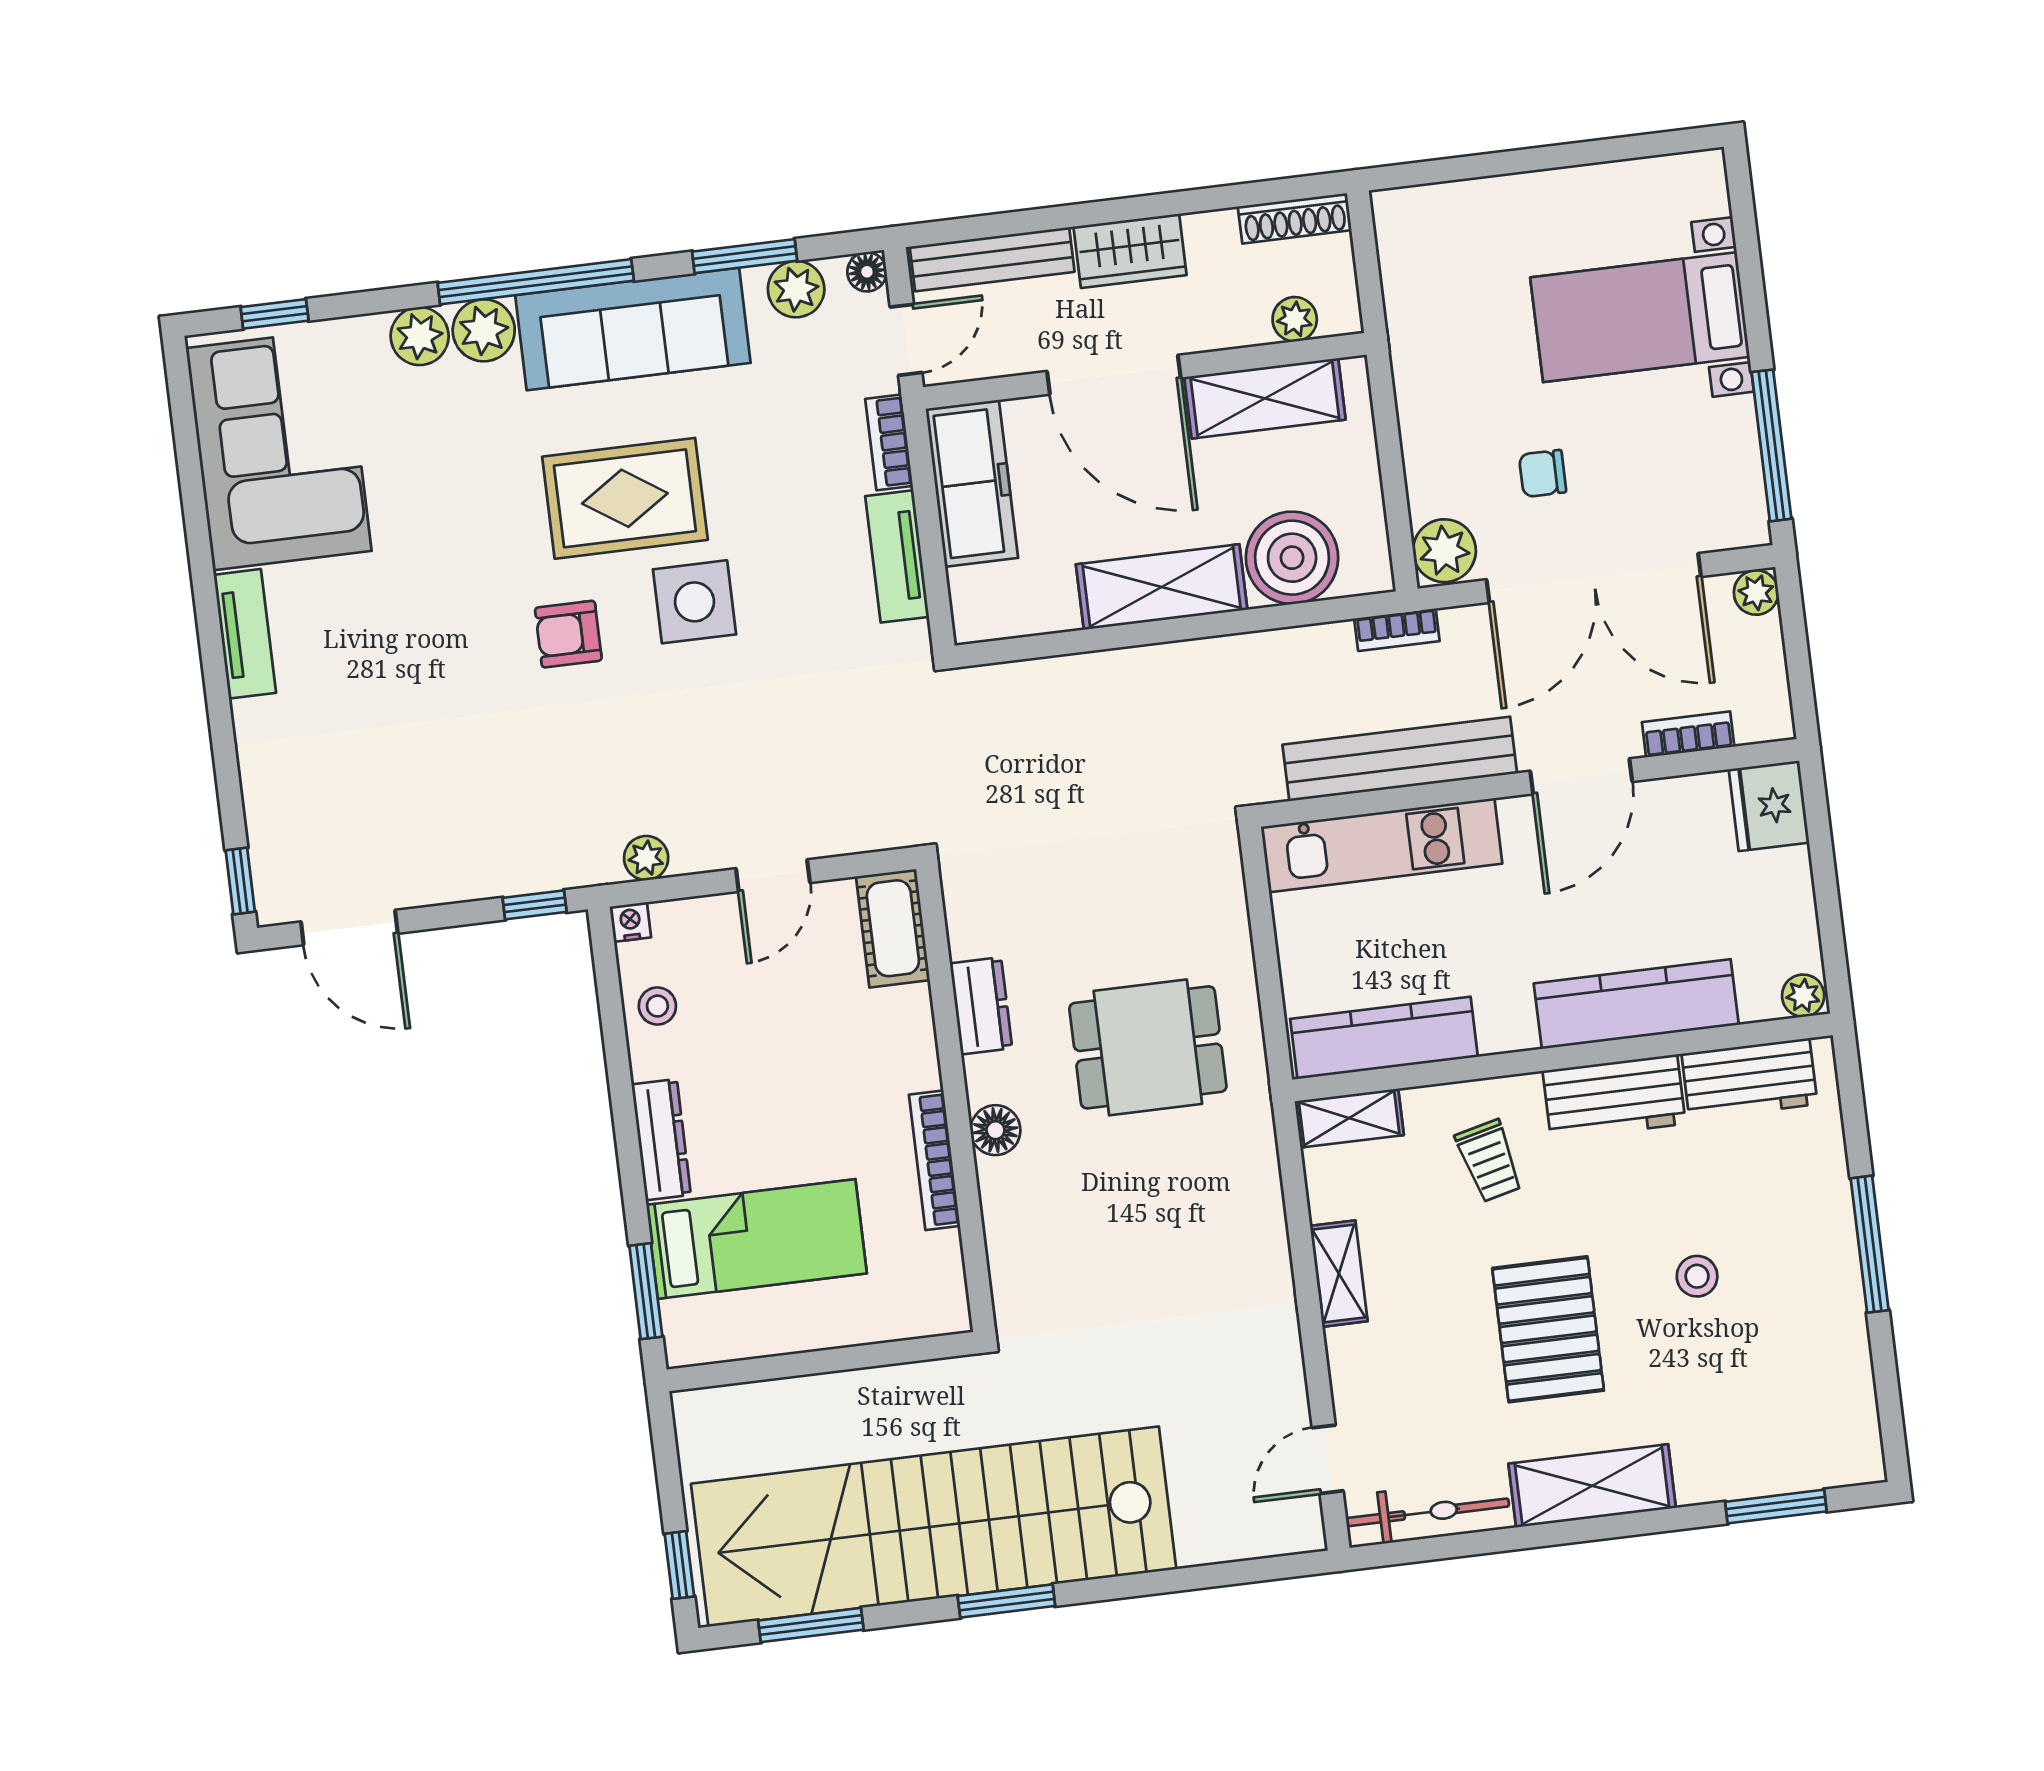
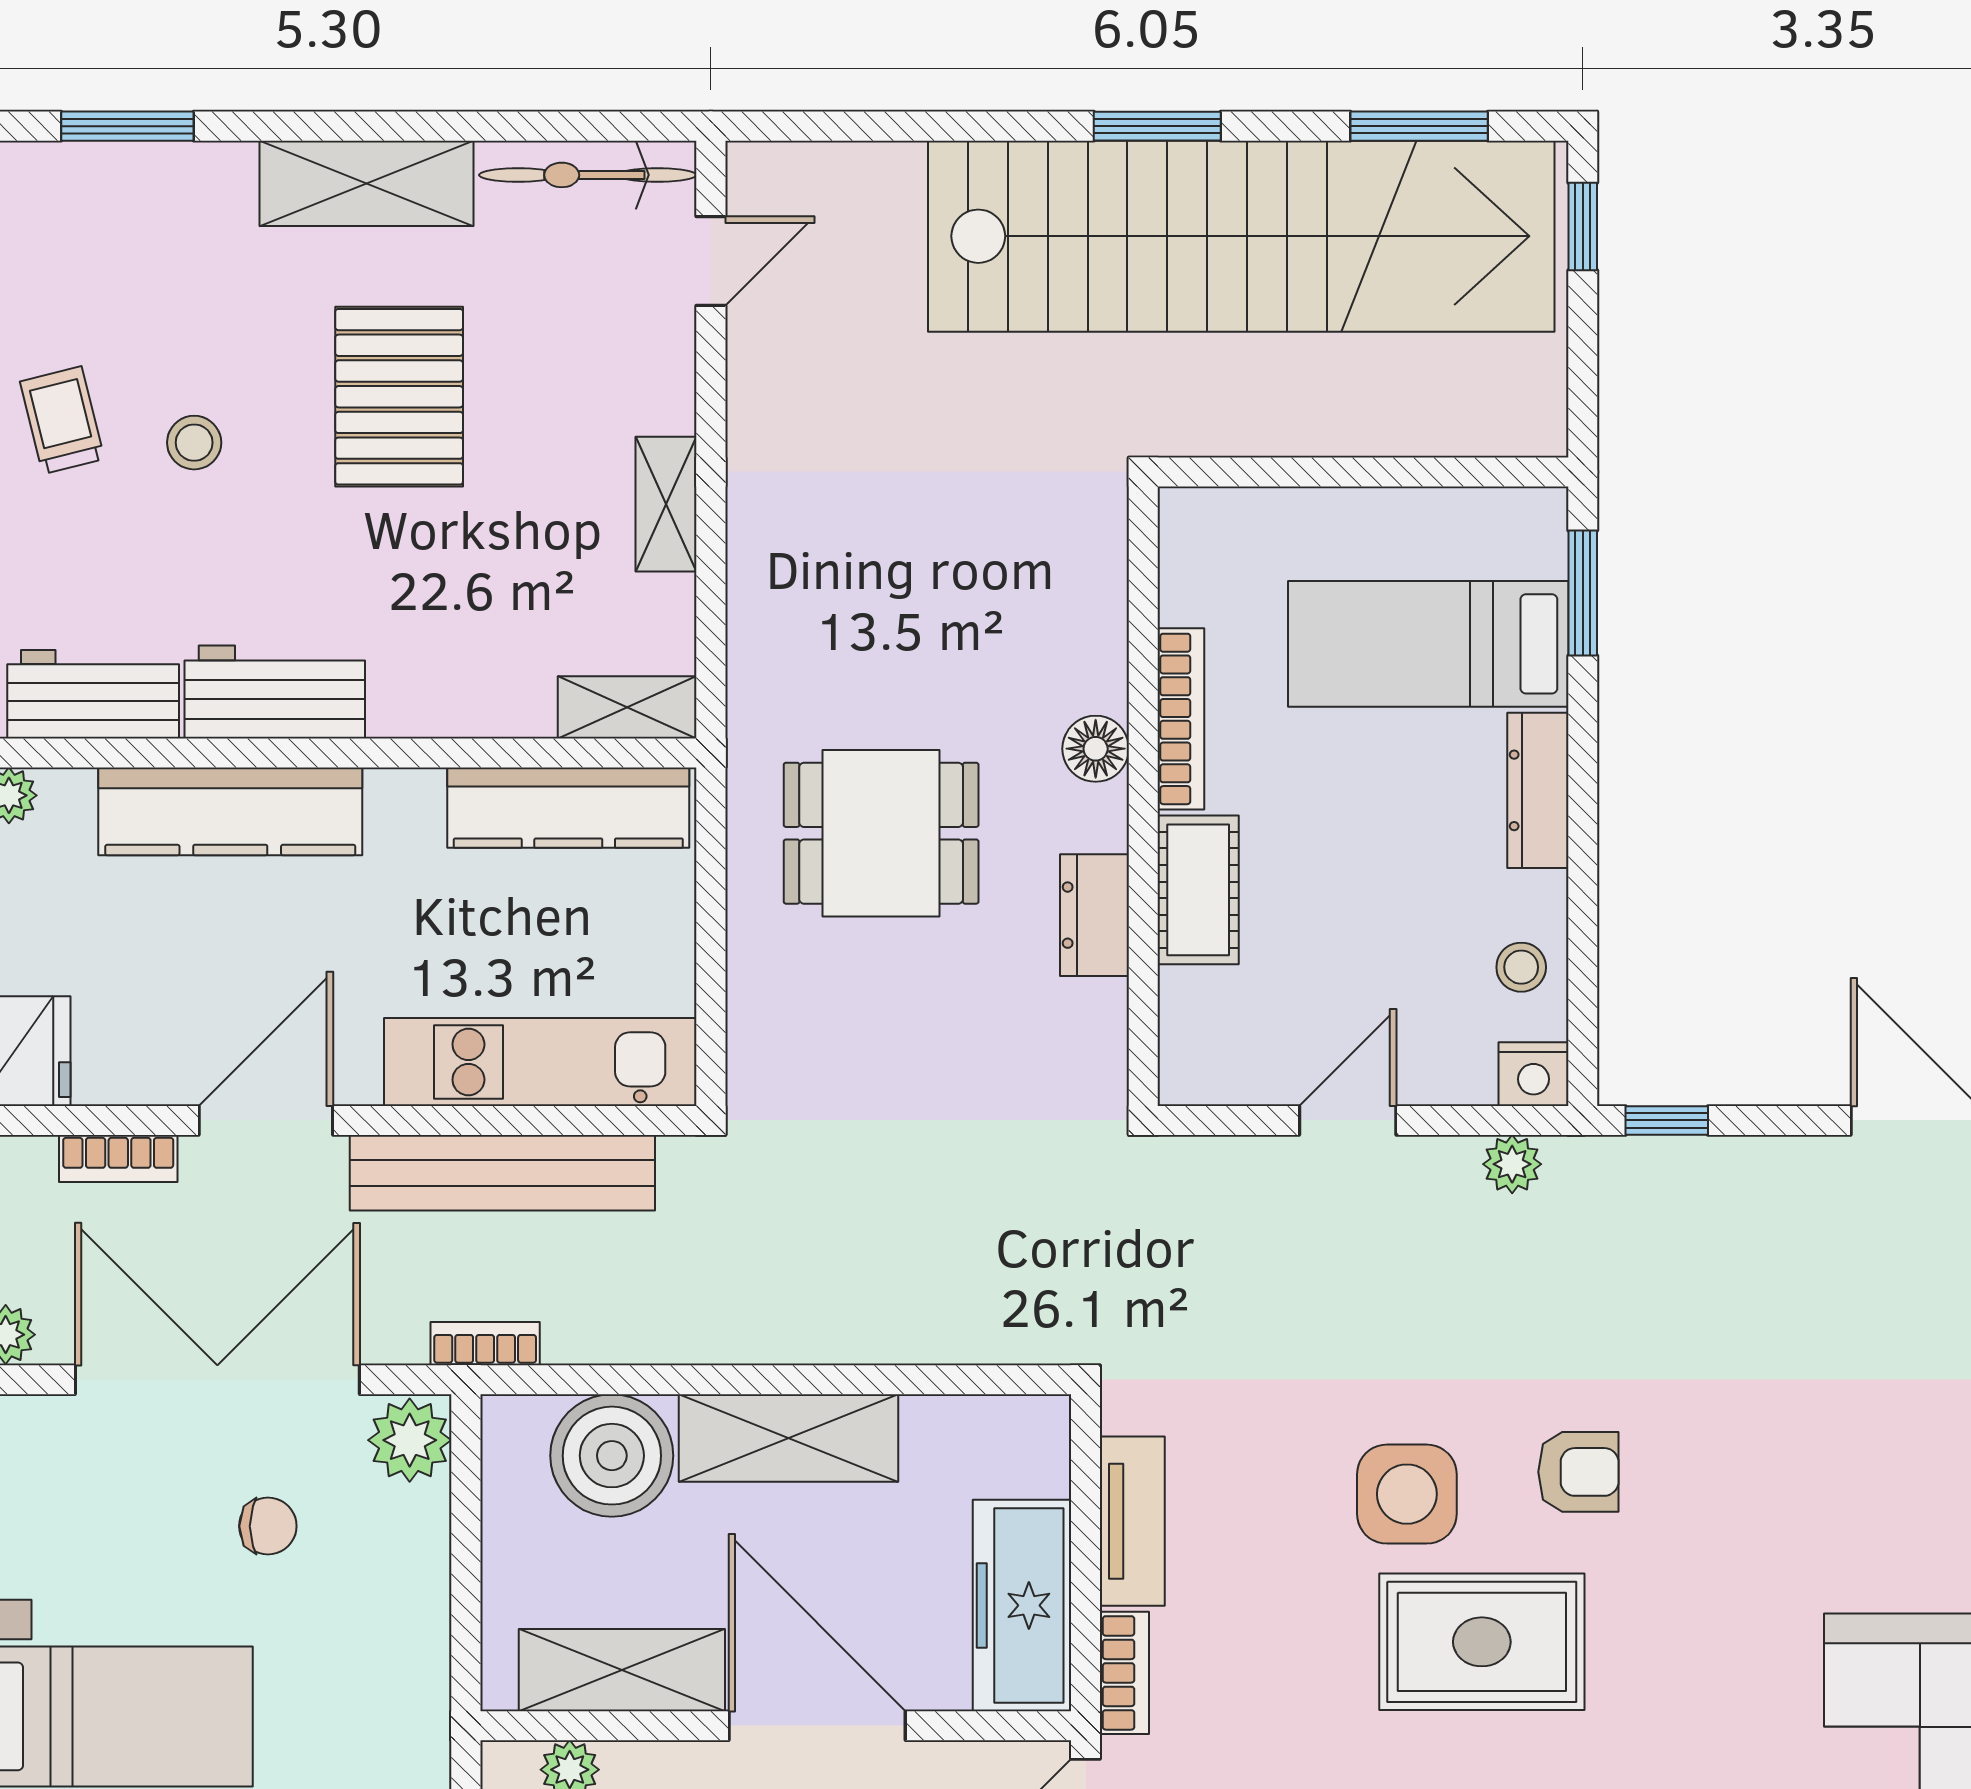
nightstand: (630, 922) -> (1534, 1074), width x1.39, depth x1.35
cot: (893, 928) -> (1198, 890), moved
trolley: (1489, 1161) -> (62, 420), moved

